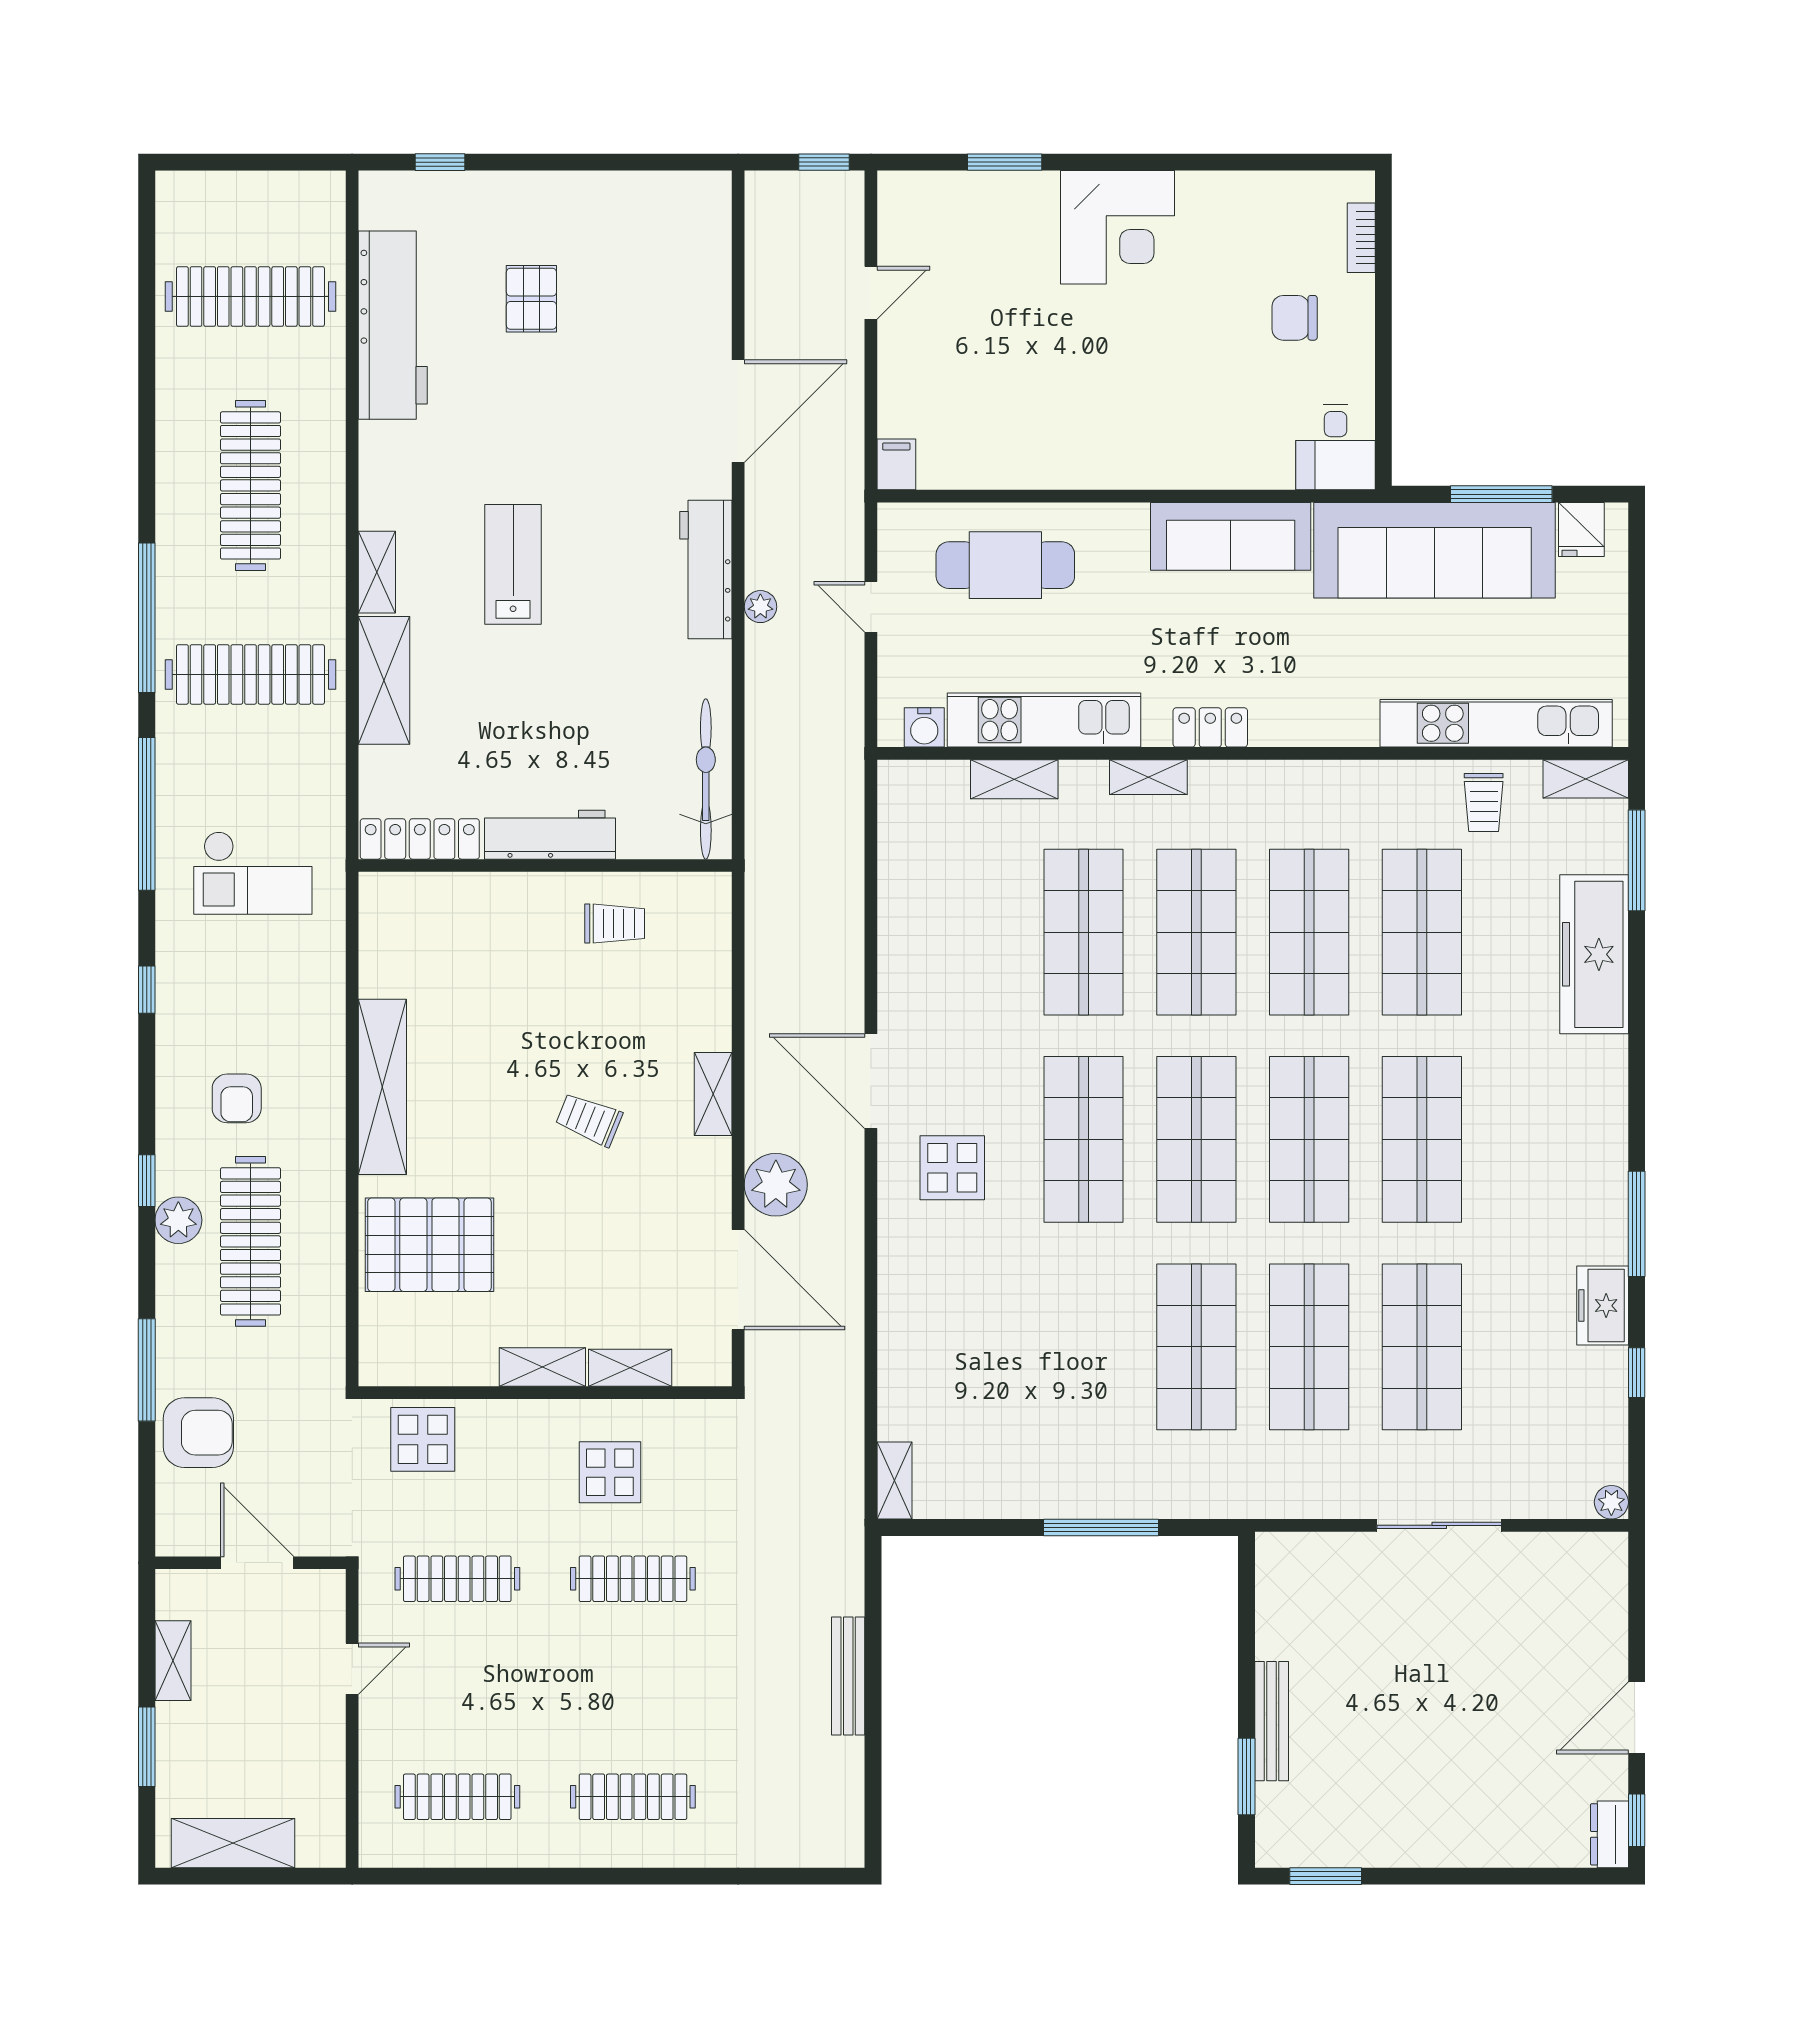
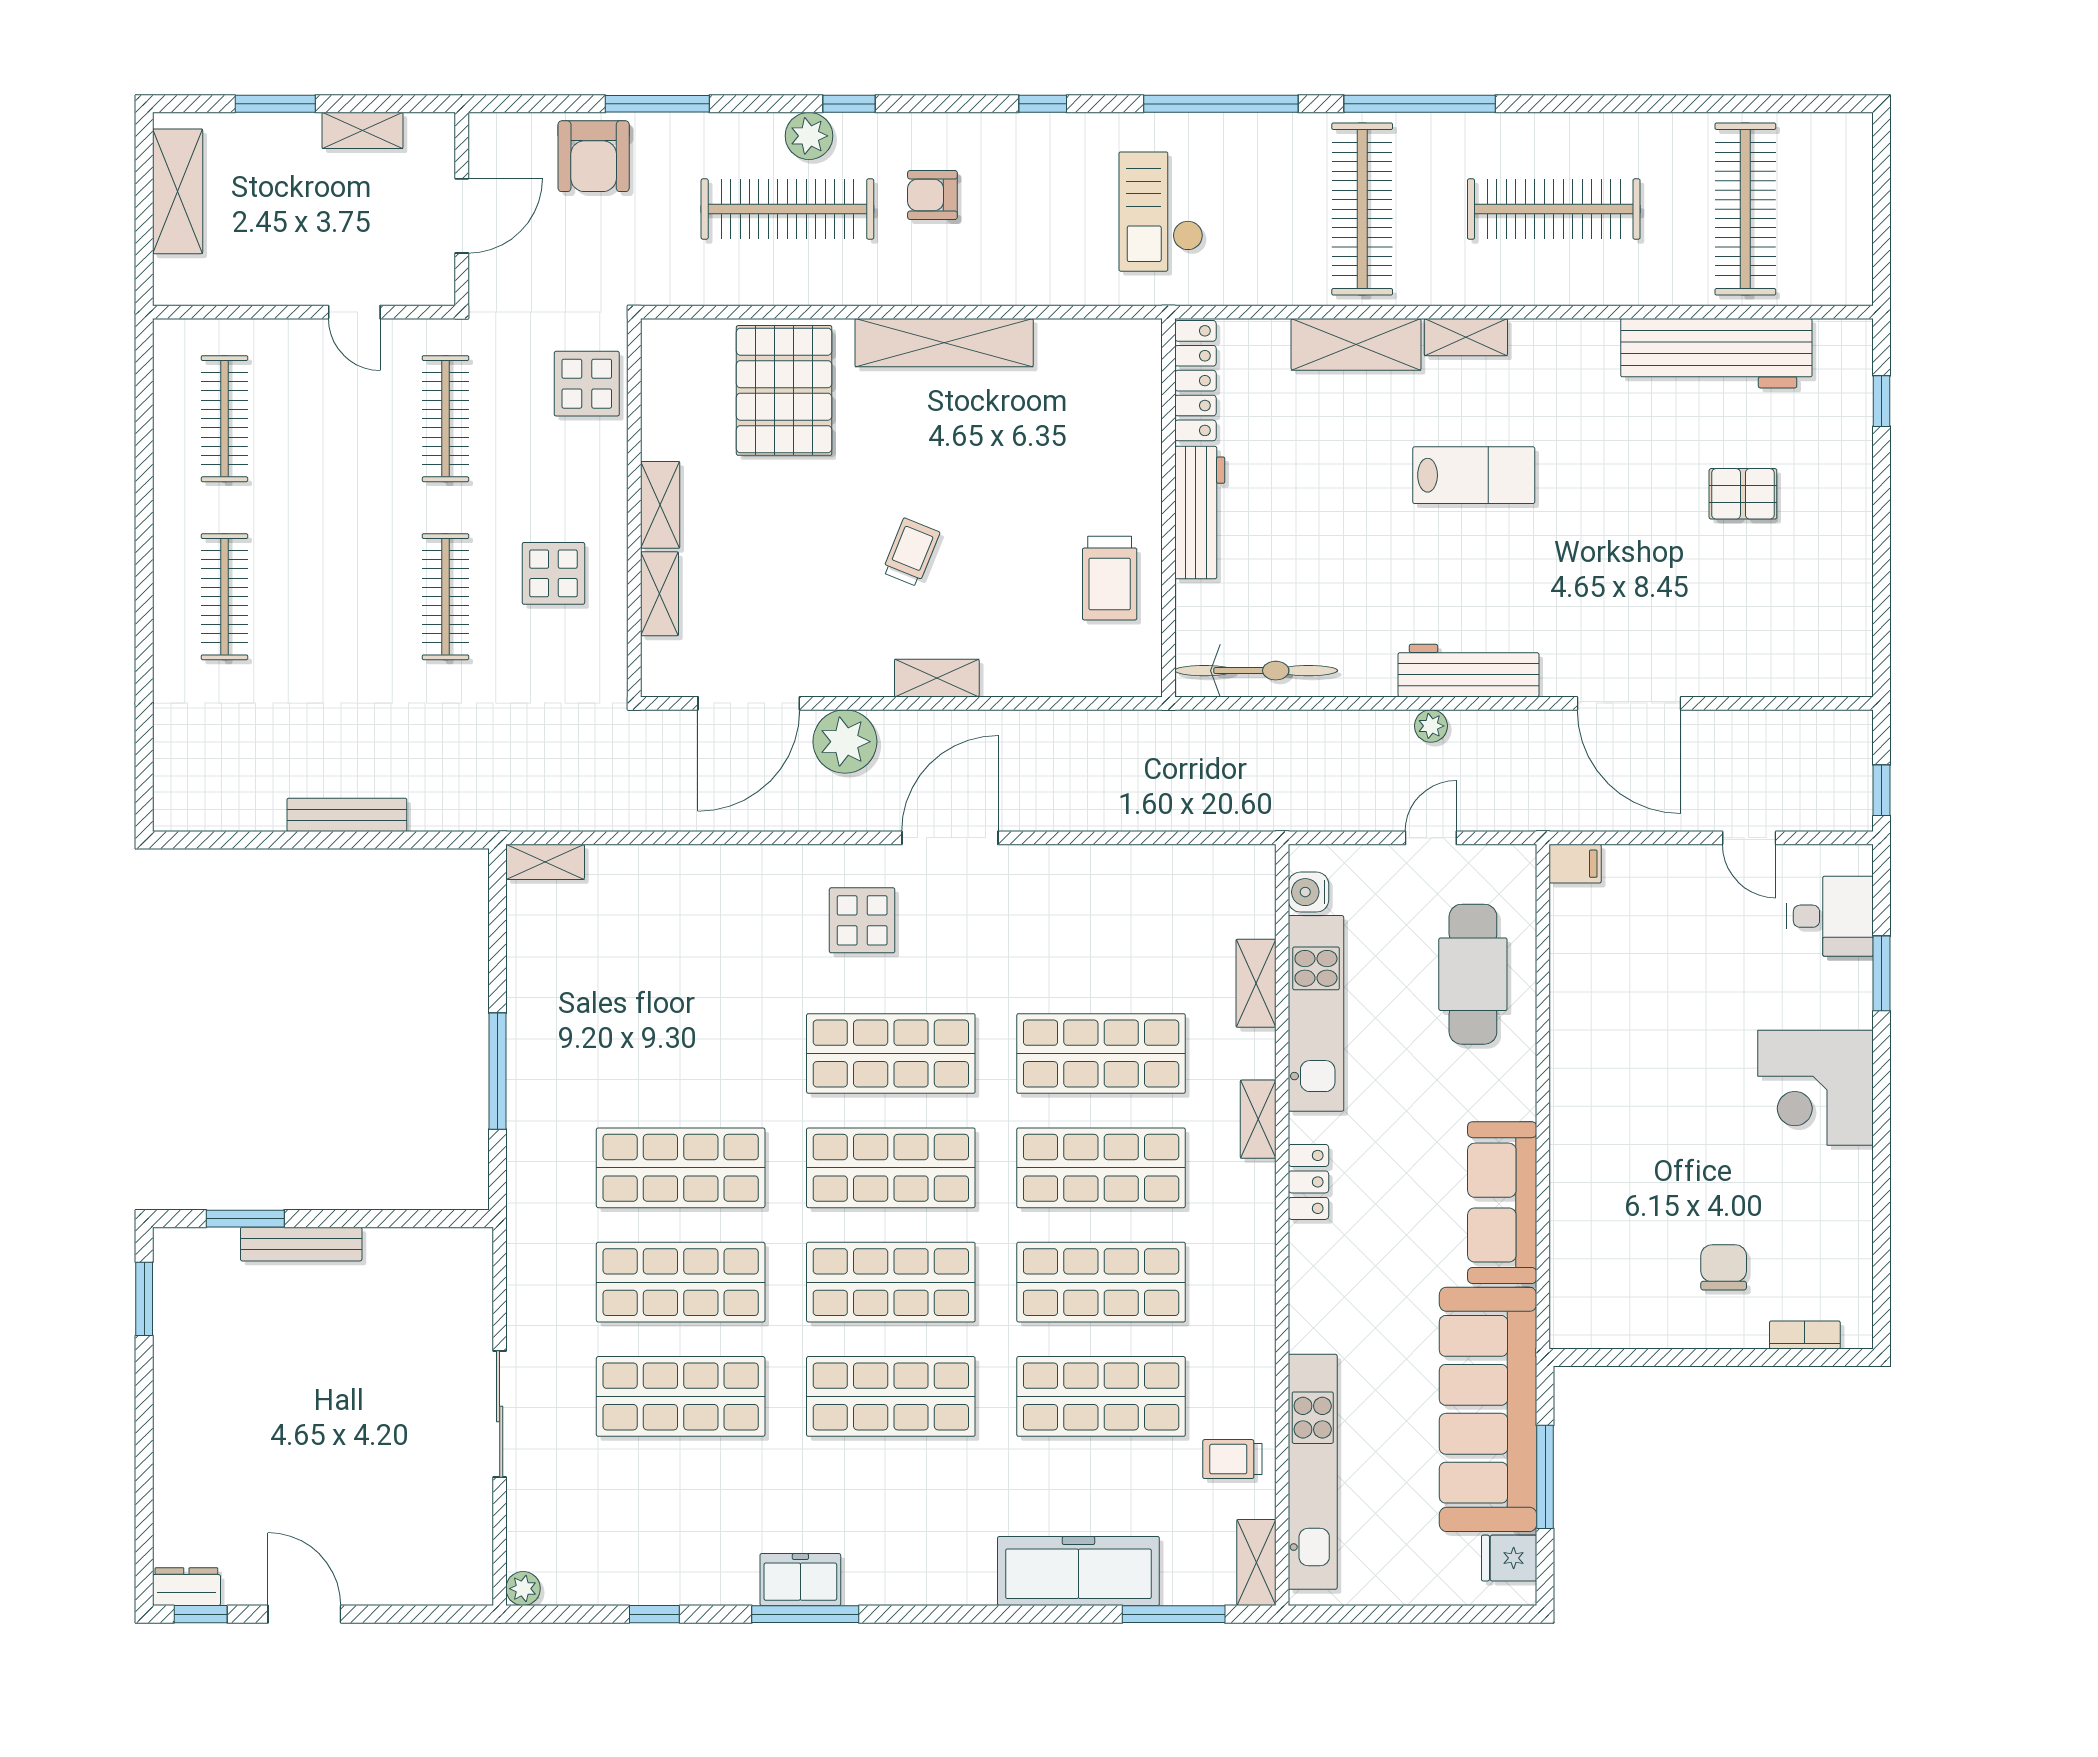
desk: (1336, 447) -> (1830, 916), moved, turned 180
trolley: (615, 924) -> (1110, 578), width x1.36, depth x1.39
freezer: (1603, 1306) -> (800, 1580), moved

